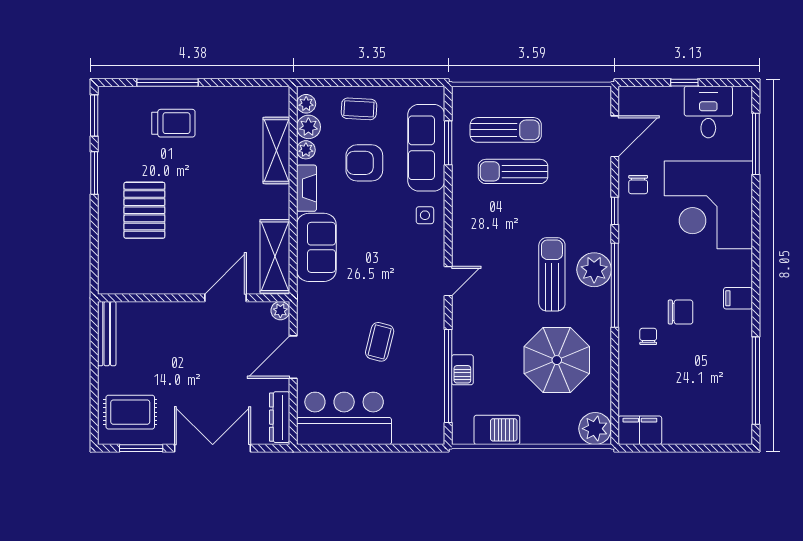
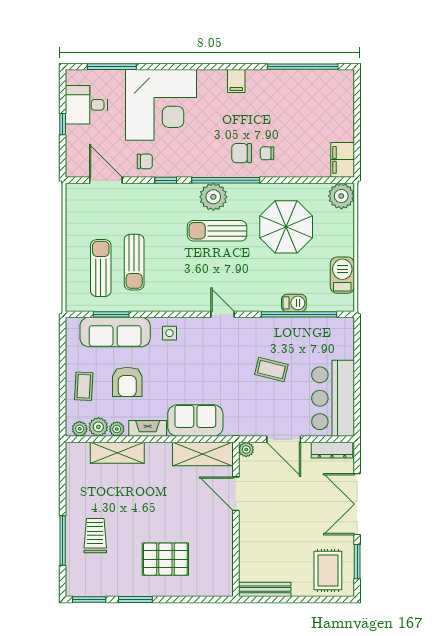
chair: (681, 312) -> (242, 153), moved, turned -90

